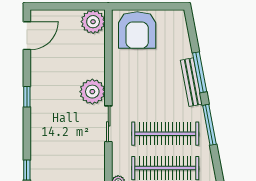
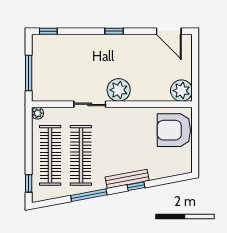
window: (200, 72) -> (136, 186), width x0.46

